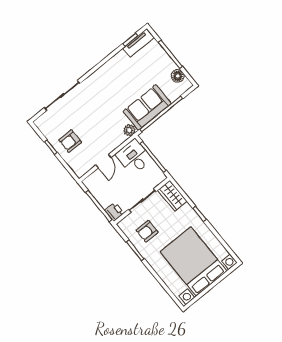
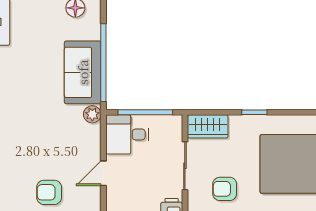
armchair: (70, 141) -> (49, 192), turned 90
door: (103, 161) -> (103, 173), swing flipped
armchair: (147, 231) -> (225, 189), turned 90

